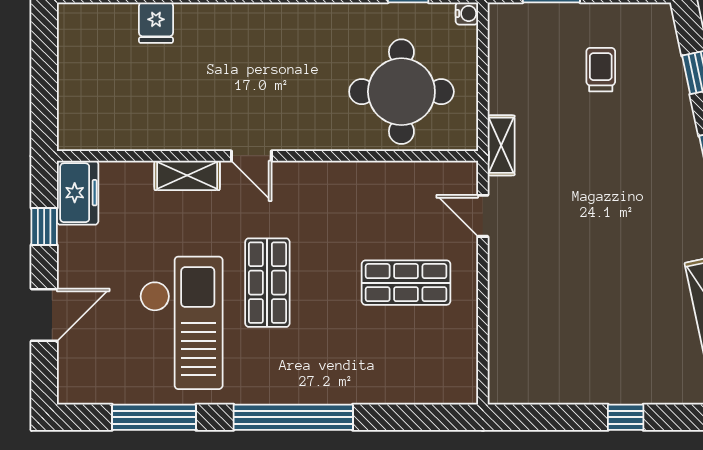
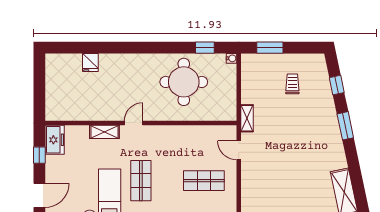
round table: (401, 92) -> (184, 82), moved
door: (251, 156) -> (134, 123), swing flipped

